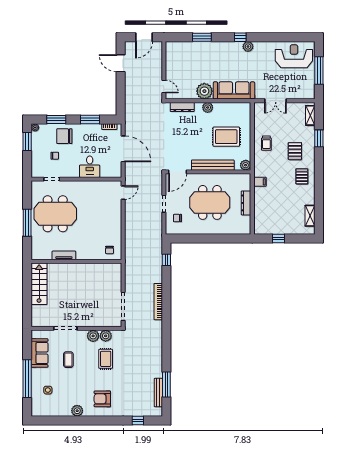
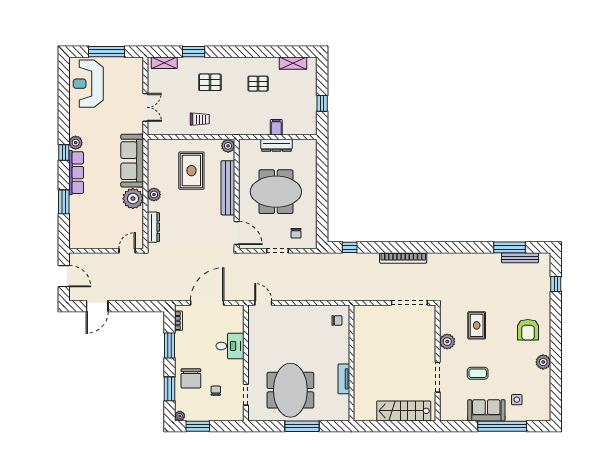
row of seats: (225, 47) -> (76, 173), added
pallet: (302, 176) -> (258, 84), moved
filing cabinet: (260, 182) -> (276, 127), moved
meeting table: (210, 202) -> (276, 192), turned 90
stairs: (39, 284) -> (404, 411), moved
plant: (106, 336) -> (447, 325), removed
sofa: (39, 353) -> (486, 410), moved
rug: (106, 359) -> (477, 325), turned 90

